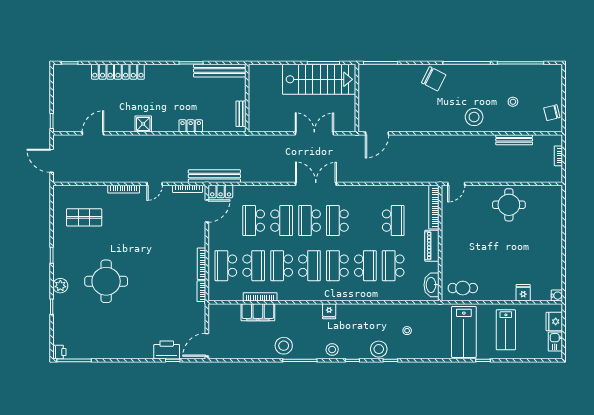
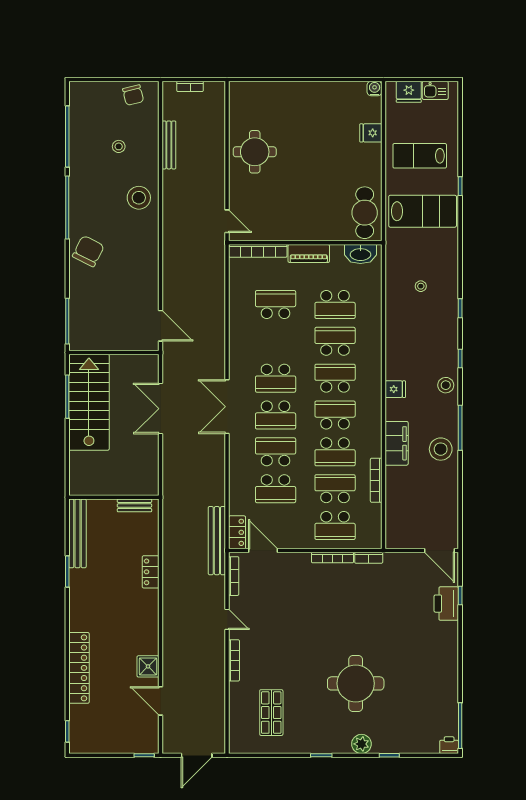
shower: (143, 124) -> (148, 666), moved
school desk: (337, 266) -> (335, 378), turned 180
cafe table: (463, 288) -> (365, 213), width x1.37, depth x1.35
filing cabinet: (258, 312) -> (397, 443), moved
lab bench: (506, 330) -> (420, 156), turned 180
stool: (379, 349) -> (445, 324), removed

